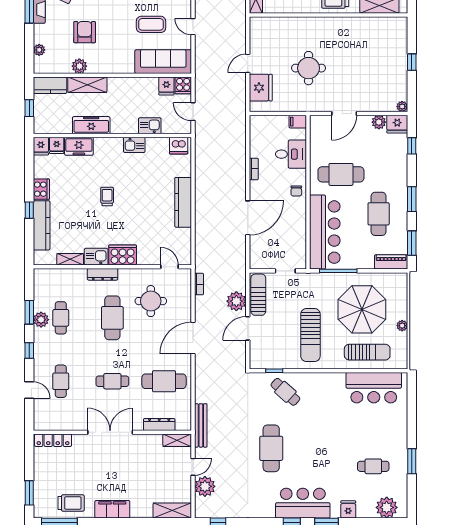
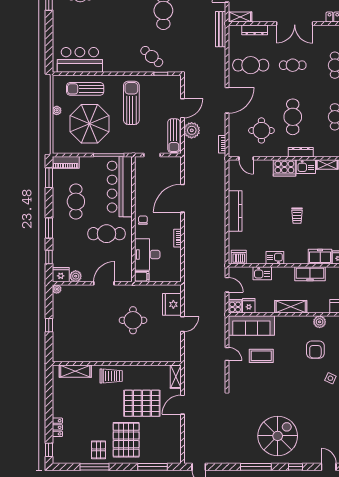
shelving: (87, 85) -> (291, 307), moved
desk: (291, 154) -> (147, 254), width x1.37
window: (412, 199) -> (49, 228), moved

